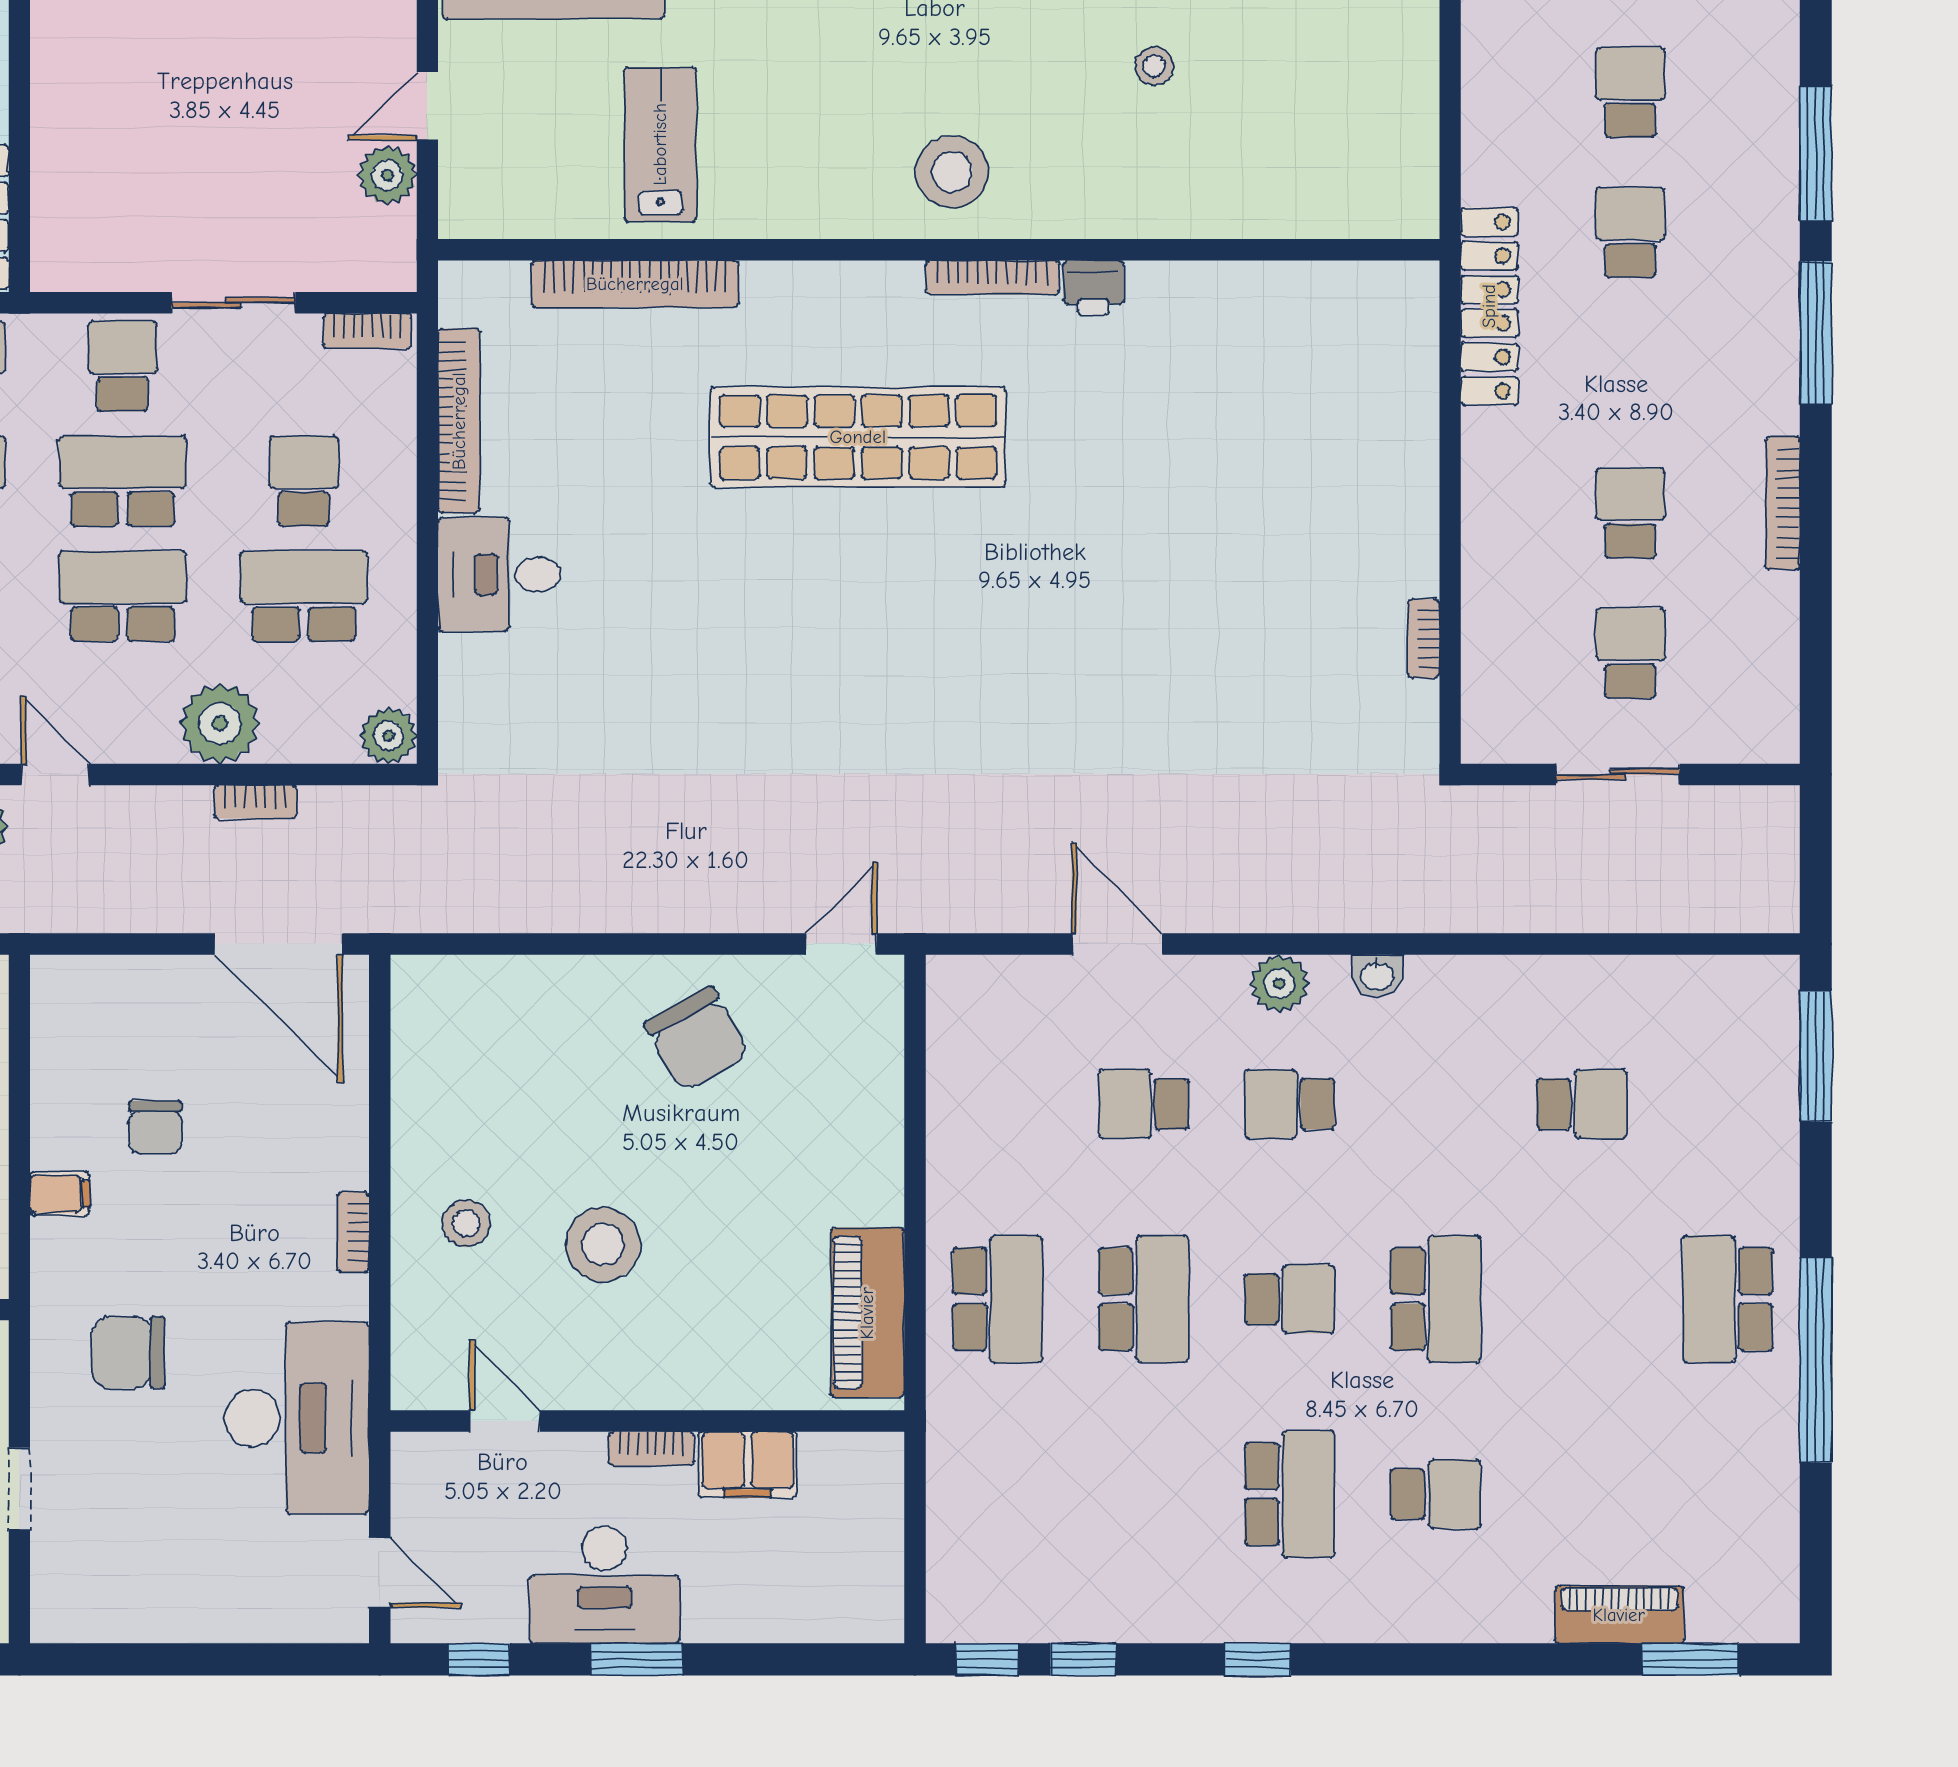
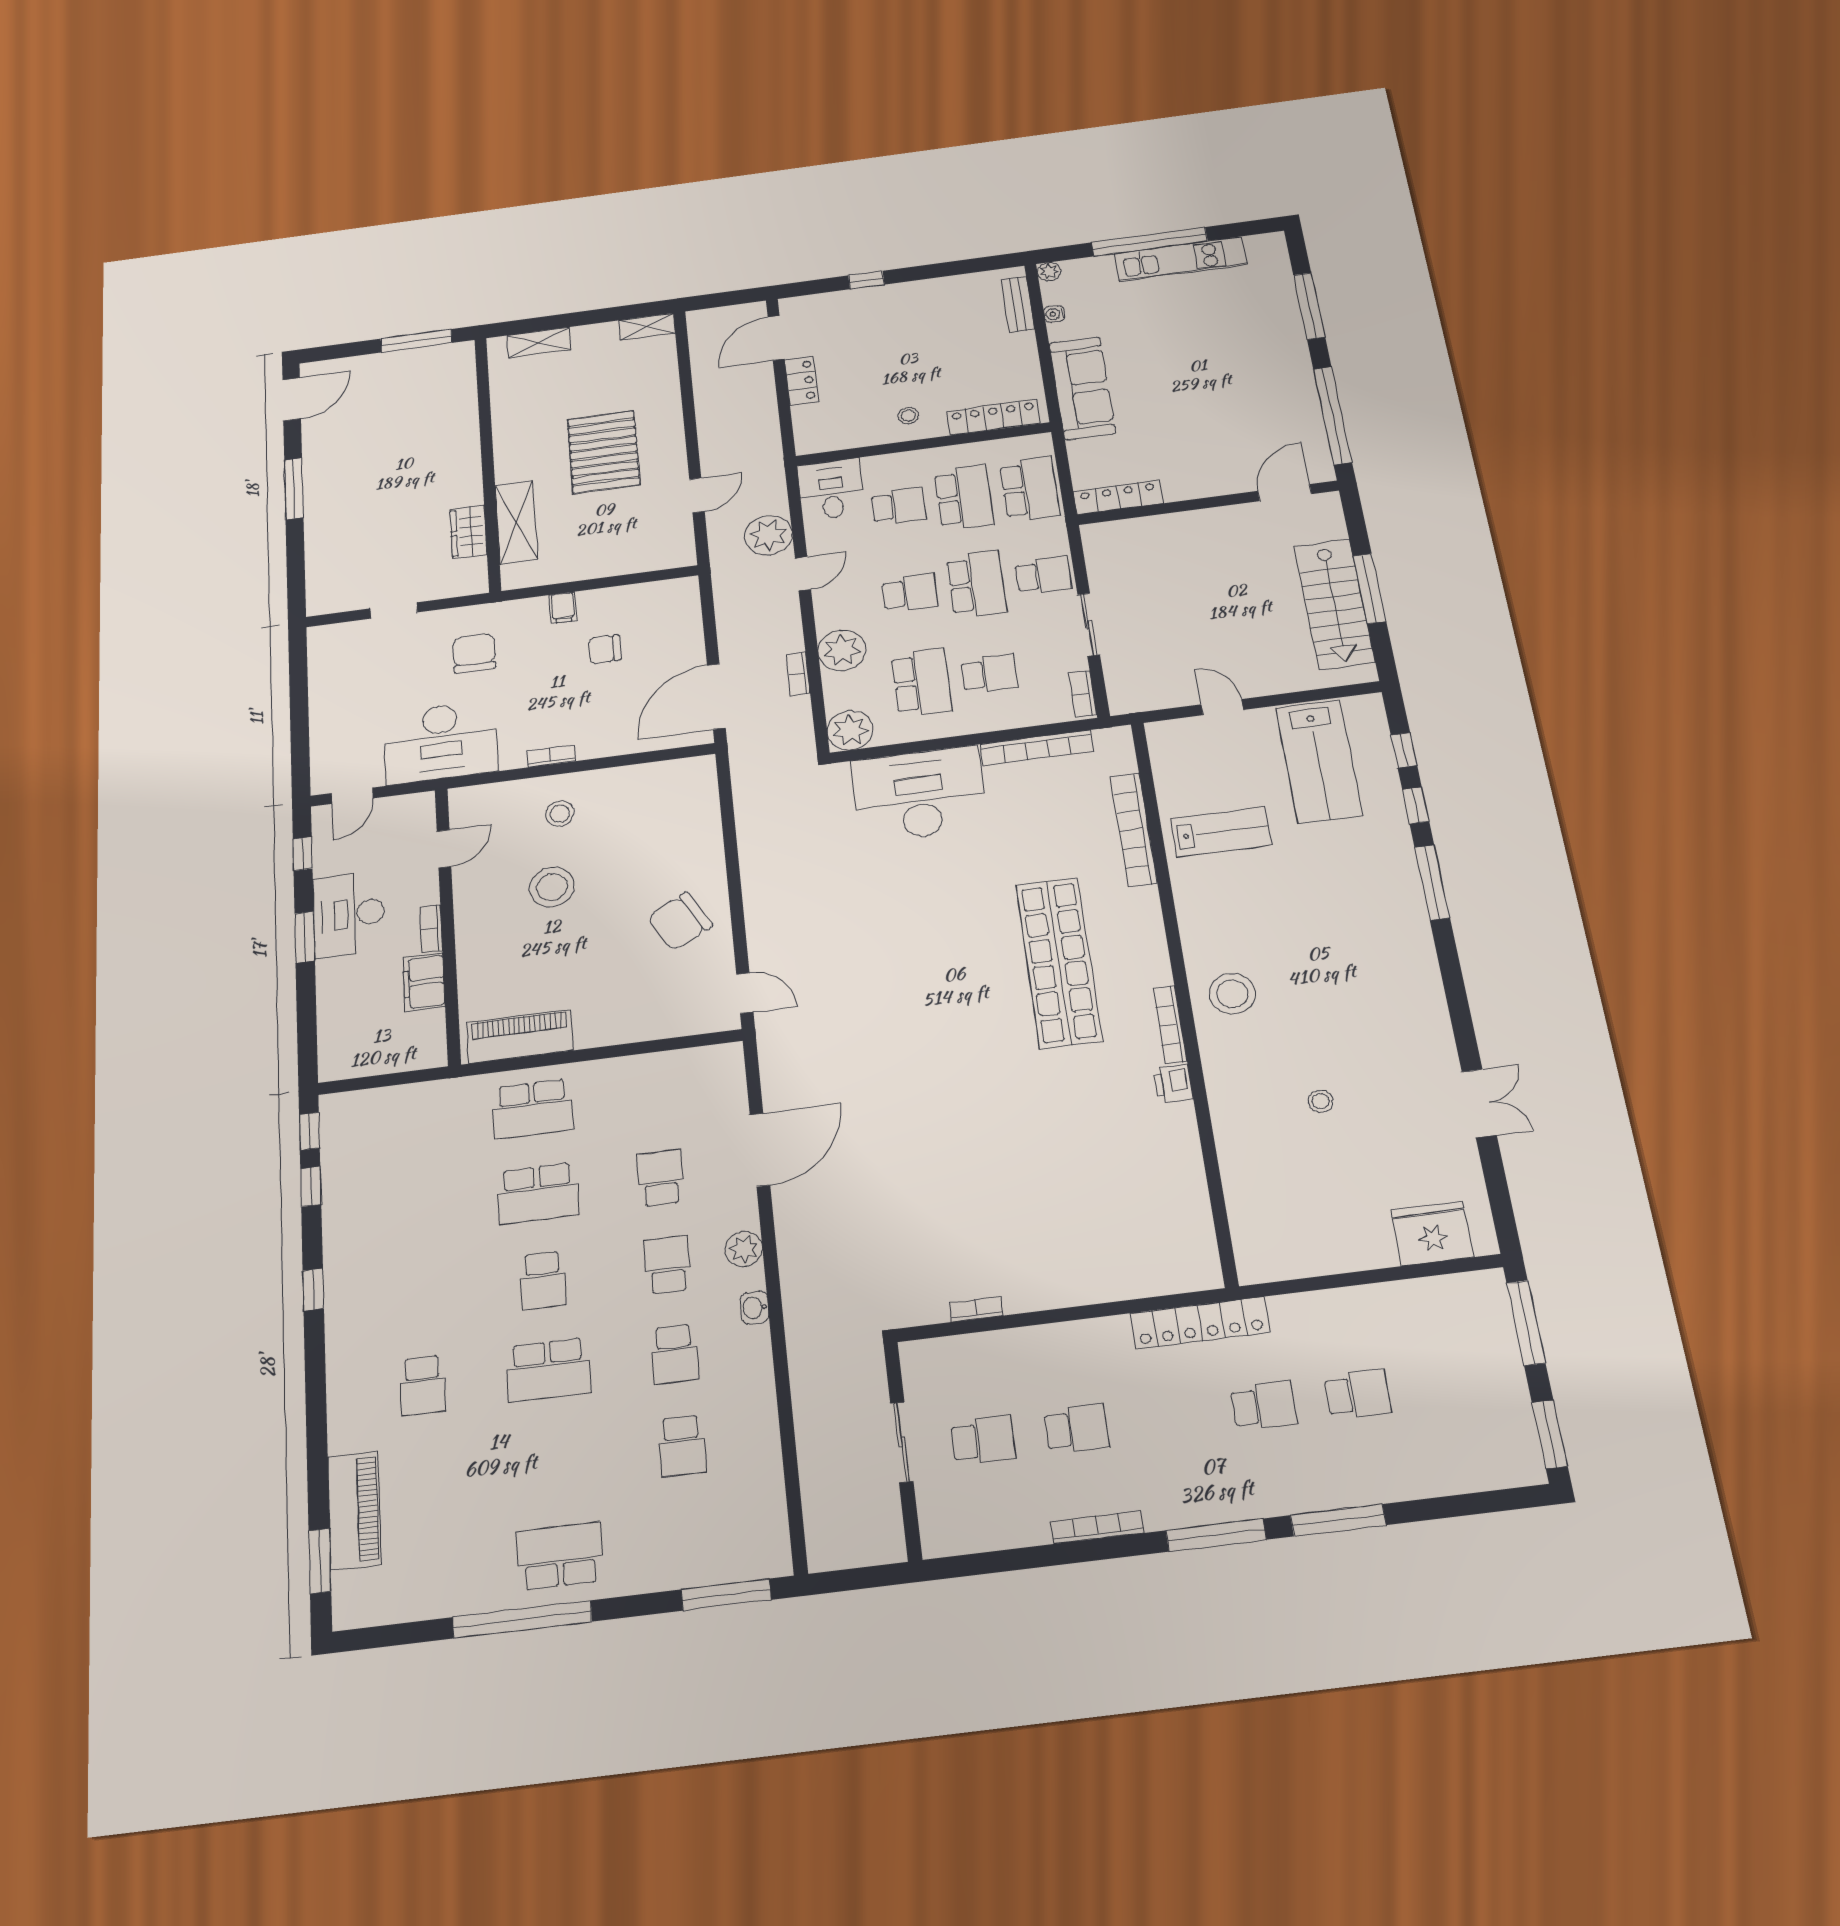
plant: (387, 175) -> (1177, 692), removed
desk: (499, 574) -> (919, 794), width x1.87, depth x1.30
school desk: (123, 596) -> (910, 593), width x0.54
plant: (389, 736) -> (850, 730), width x1.36, depth x1.36
door: (1117, 944) -> (760, 1150), width x1.36
school desk: (1290, 1494) -> (675, 1354), moved, width x0.54
piano: (1619, 1615) -> (354, 1510), width x1.37, depth x1.33

